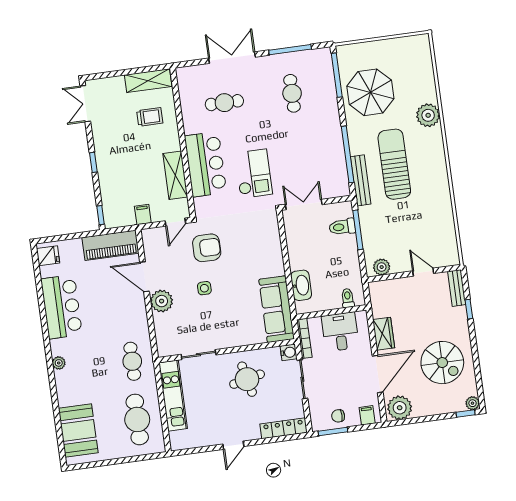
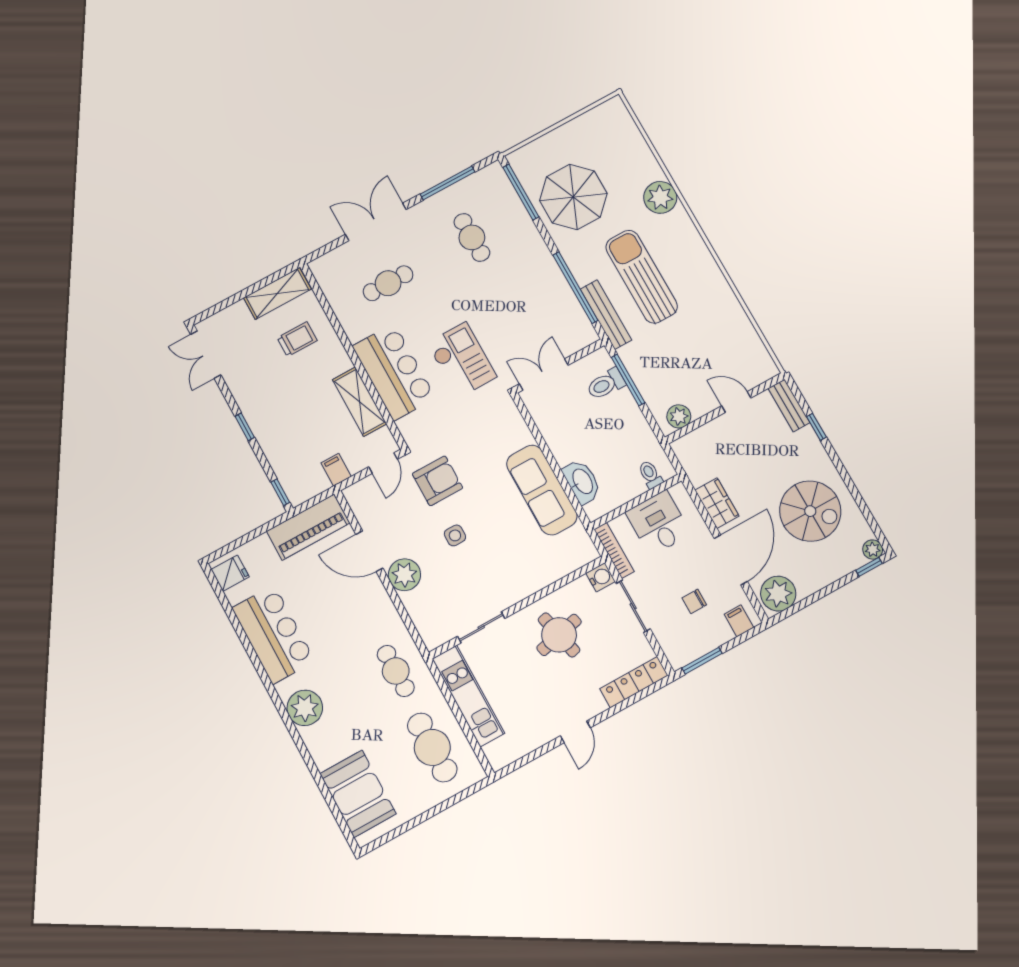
sofa: (277, 309) -> (542, 490), moved
plant: (59, 363) -> (305, 708), width x1.88, depth x1.88
chair: (338, 416) -> (694, 601), moved

